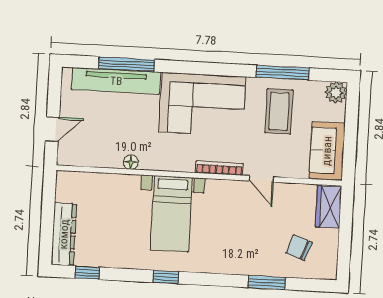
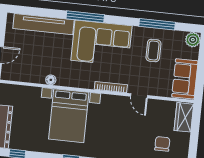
window: (127, 64) -> (85, 17), moved
coffee table: (279, 111) -> (153, 50), width x0.73, depth x0.77
bed with nightstands: (171, 214) -> (69, 116), width x1.36
chair: (299, 248) -> (162, 144), turned 70

